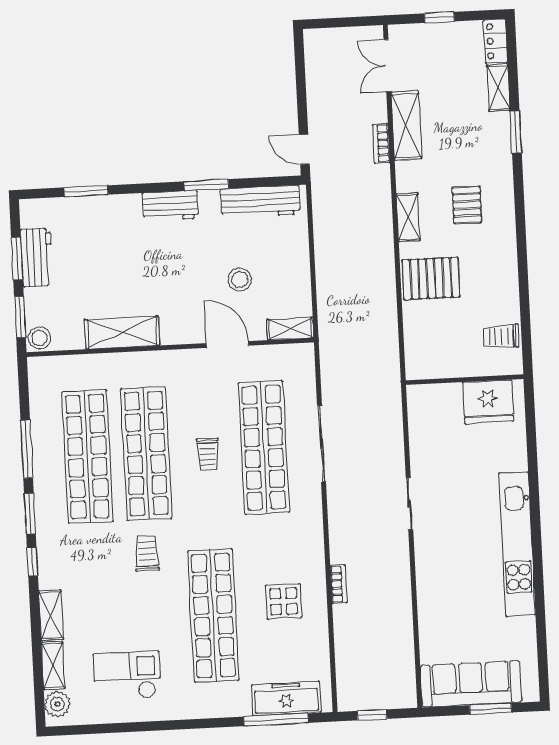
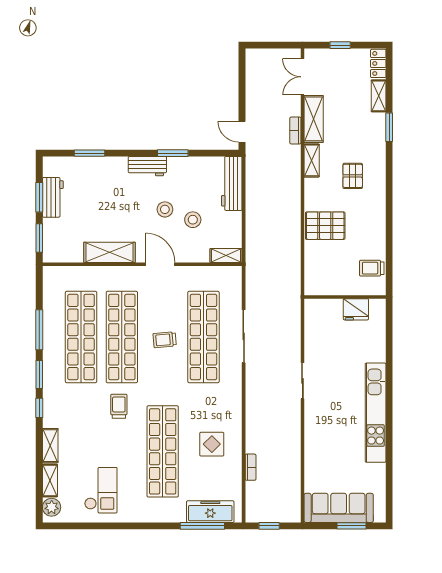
workbench: (260, 202) -> (232, 183), moved, turned 90
shelving: (408, 217) -> (312, 160), moved
stool: (39, 338) -> (165, 209), moved
door: (228, 344) -> (160, 264), moved
fridge: (488, 402) -> (356, 309), width x0.73, depth x0.75
trolley: (208, 455) -> (165, 340), turned 85
bookcase: (339, 584) -> (251, 467), moved
checkout: (127, 676) -> (101, 490), turned 90

